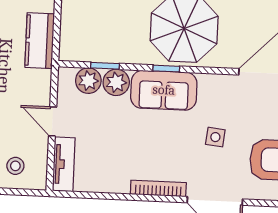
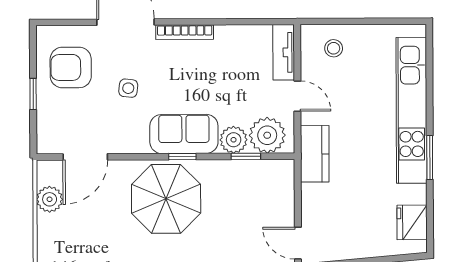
kitchen counter: (40, 41) -> (315, 154), moved
plant: (88, 81) -> (267, 135), width x1.36, depth x1.36

